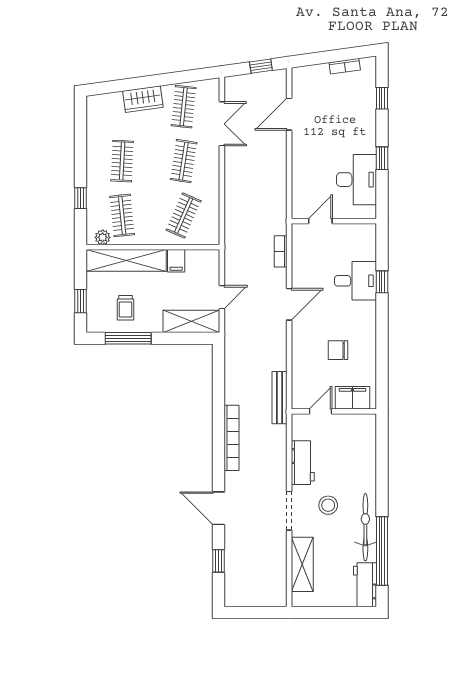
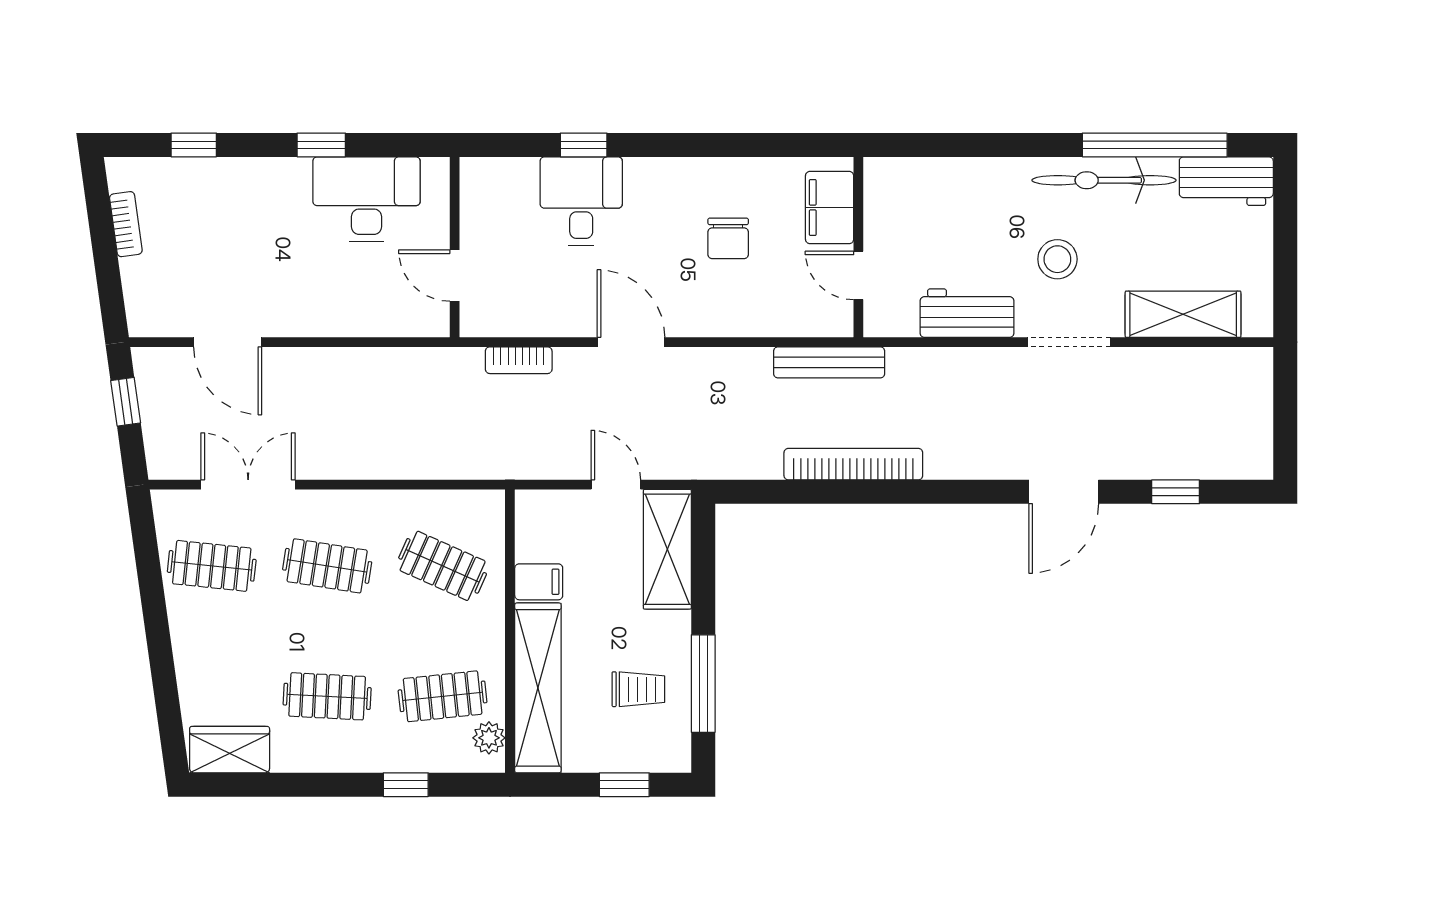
wardrobe: (143, 99) -> (230, 750), moved, turned -82
bookcase: (232, 438) -> (853, 464), moved

